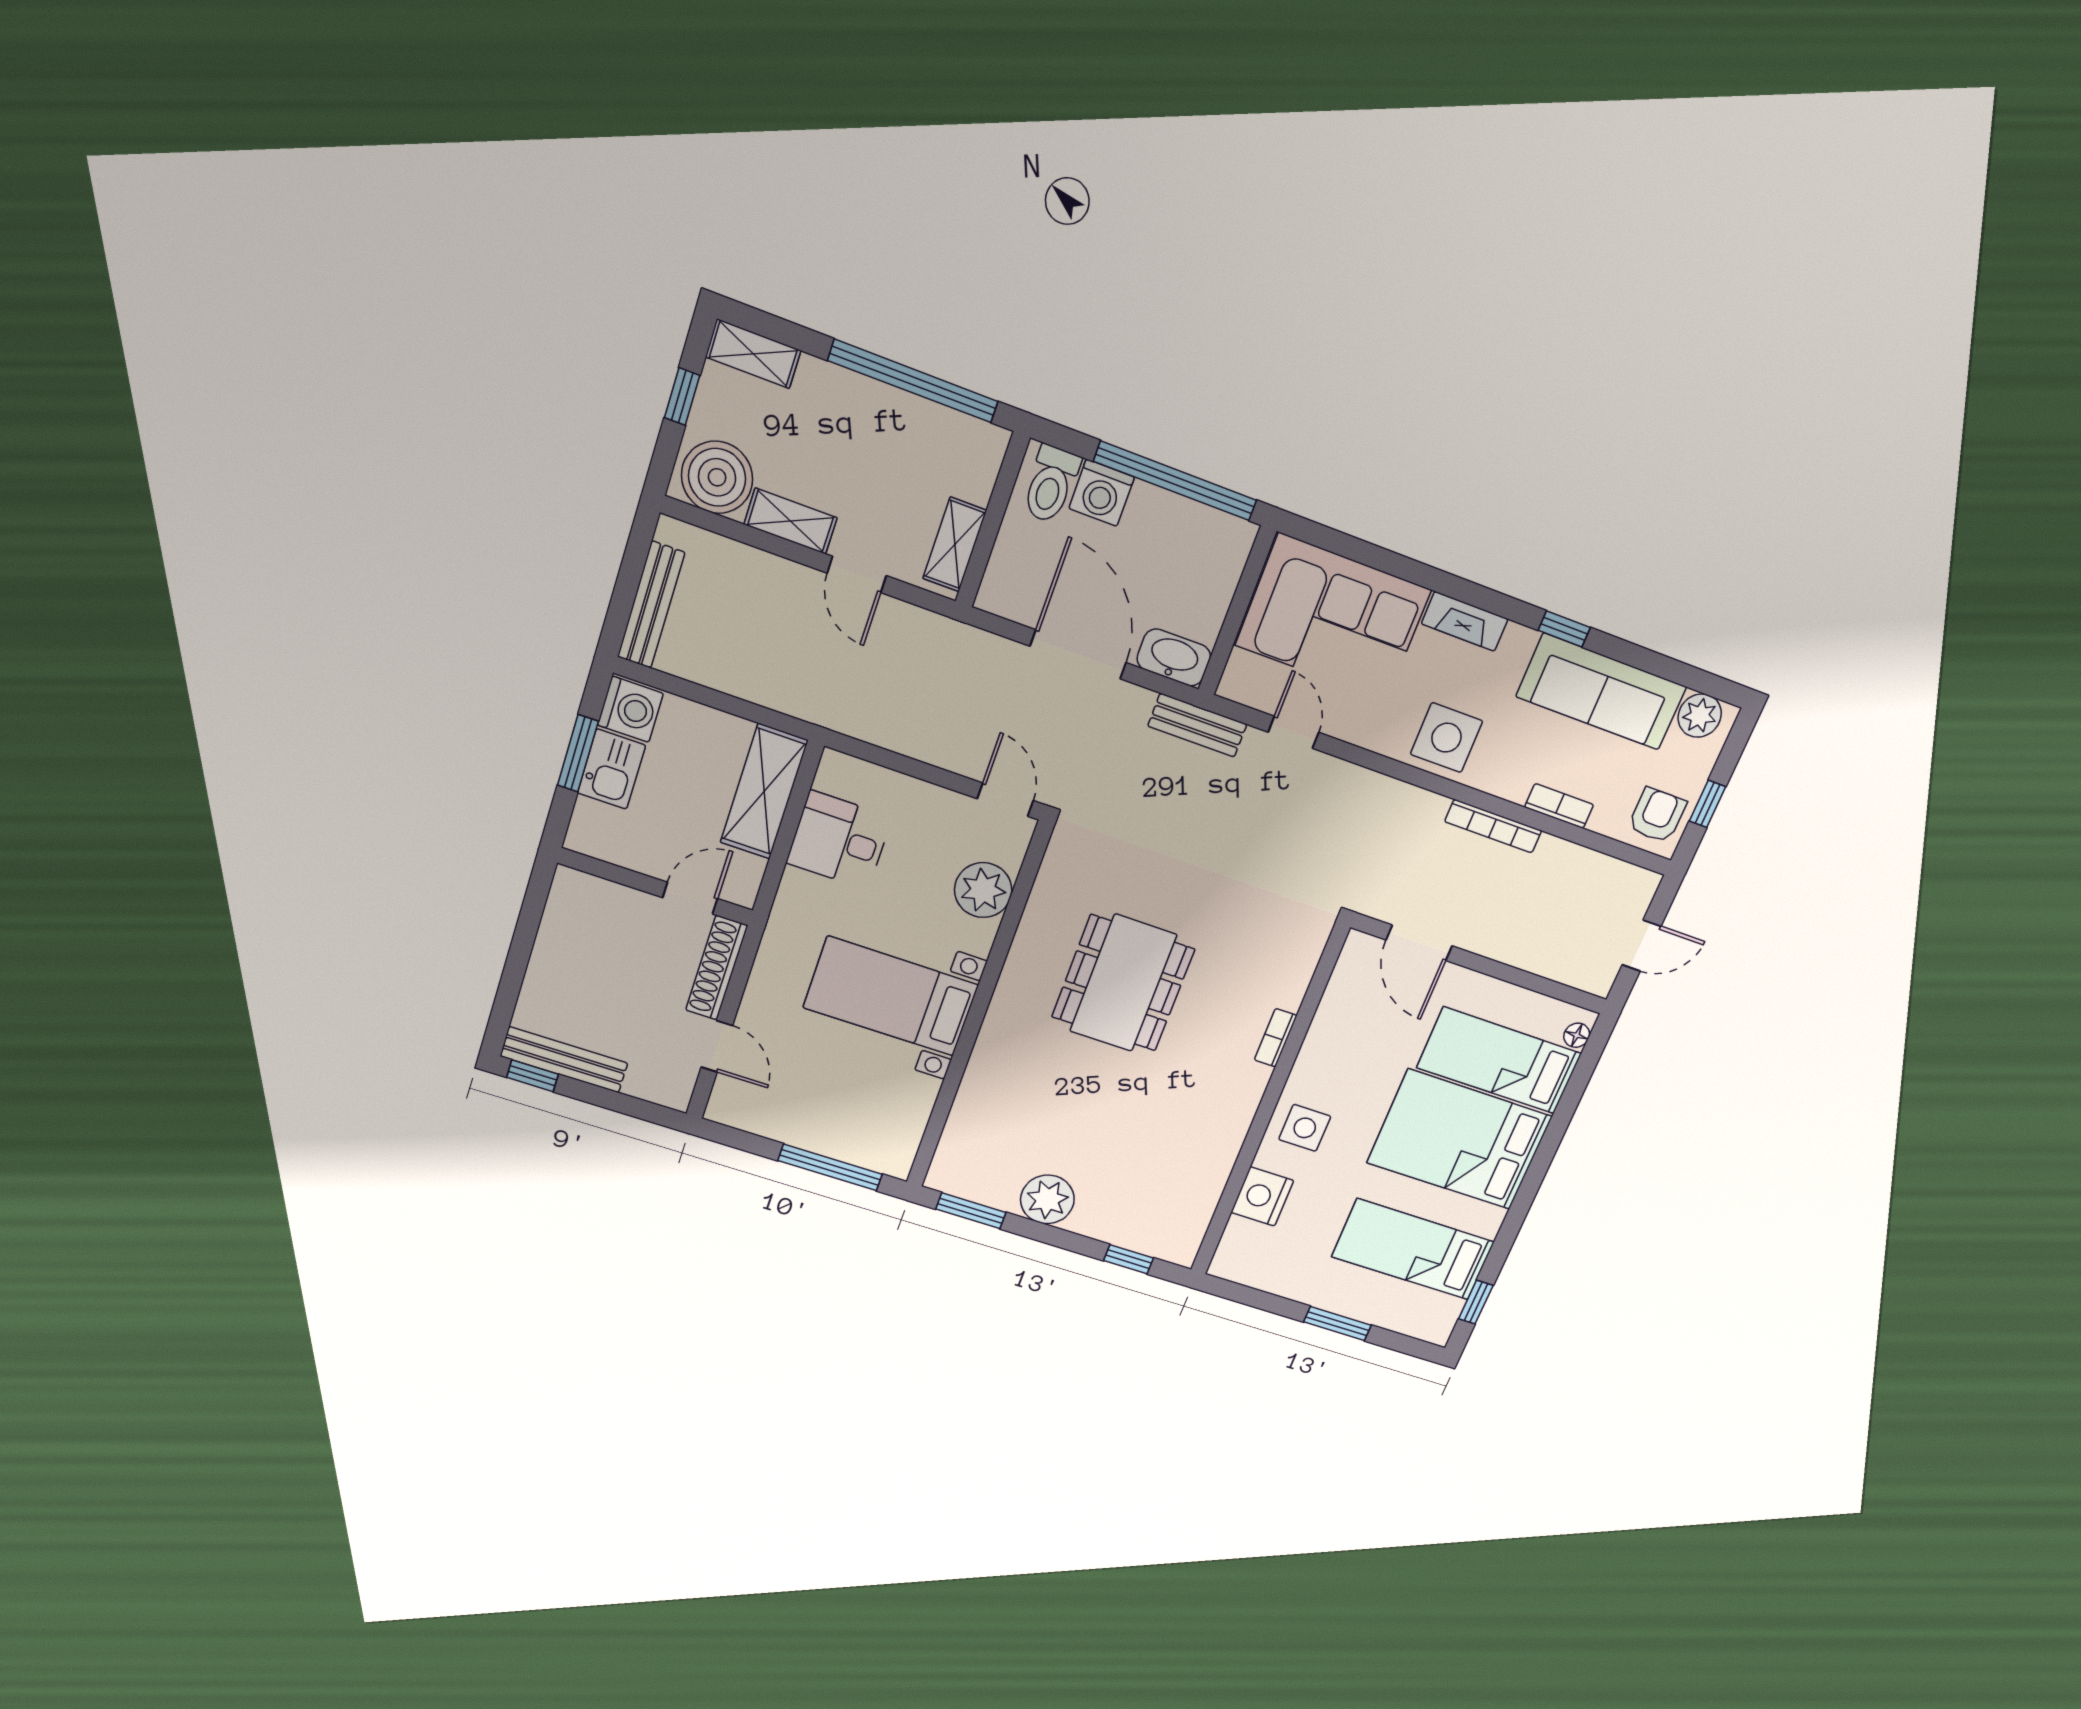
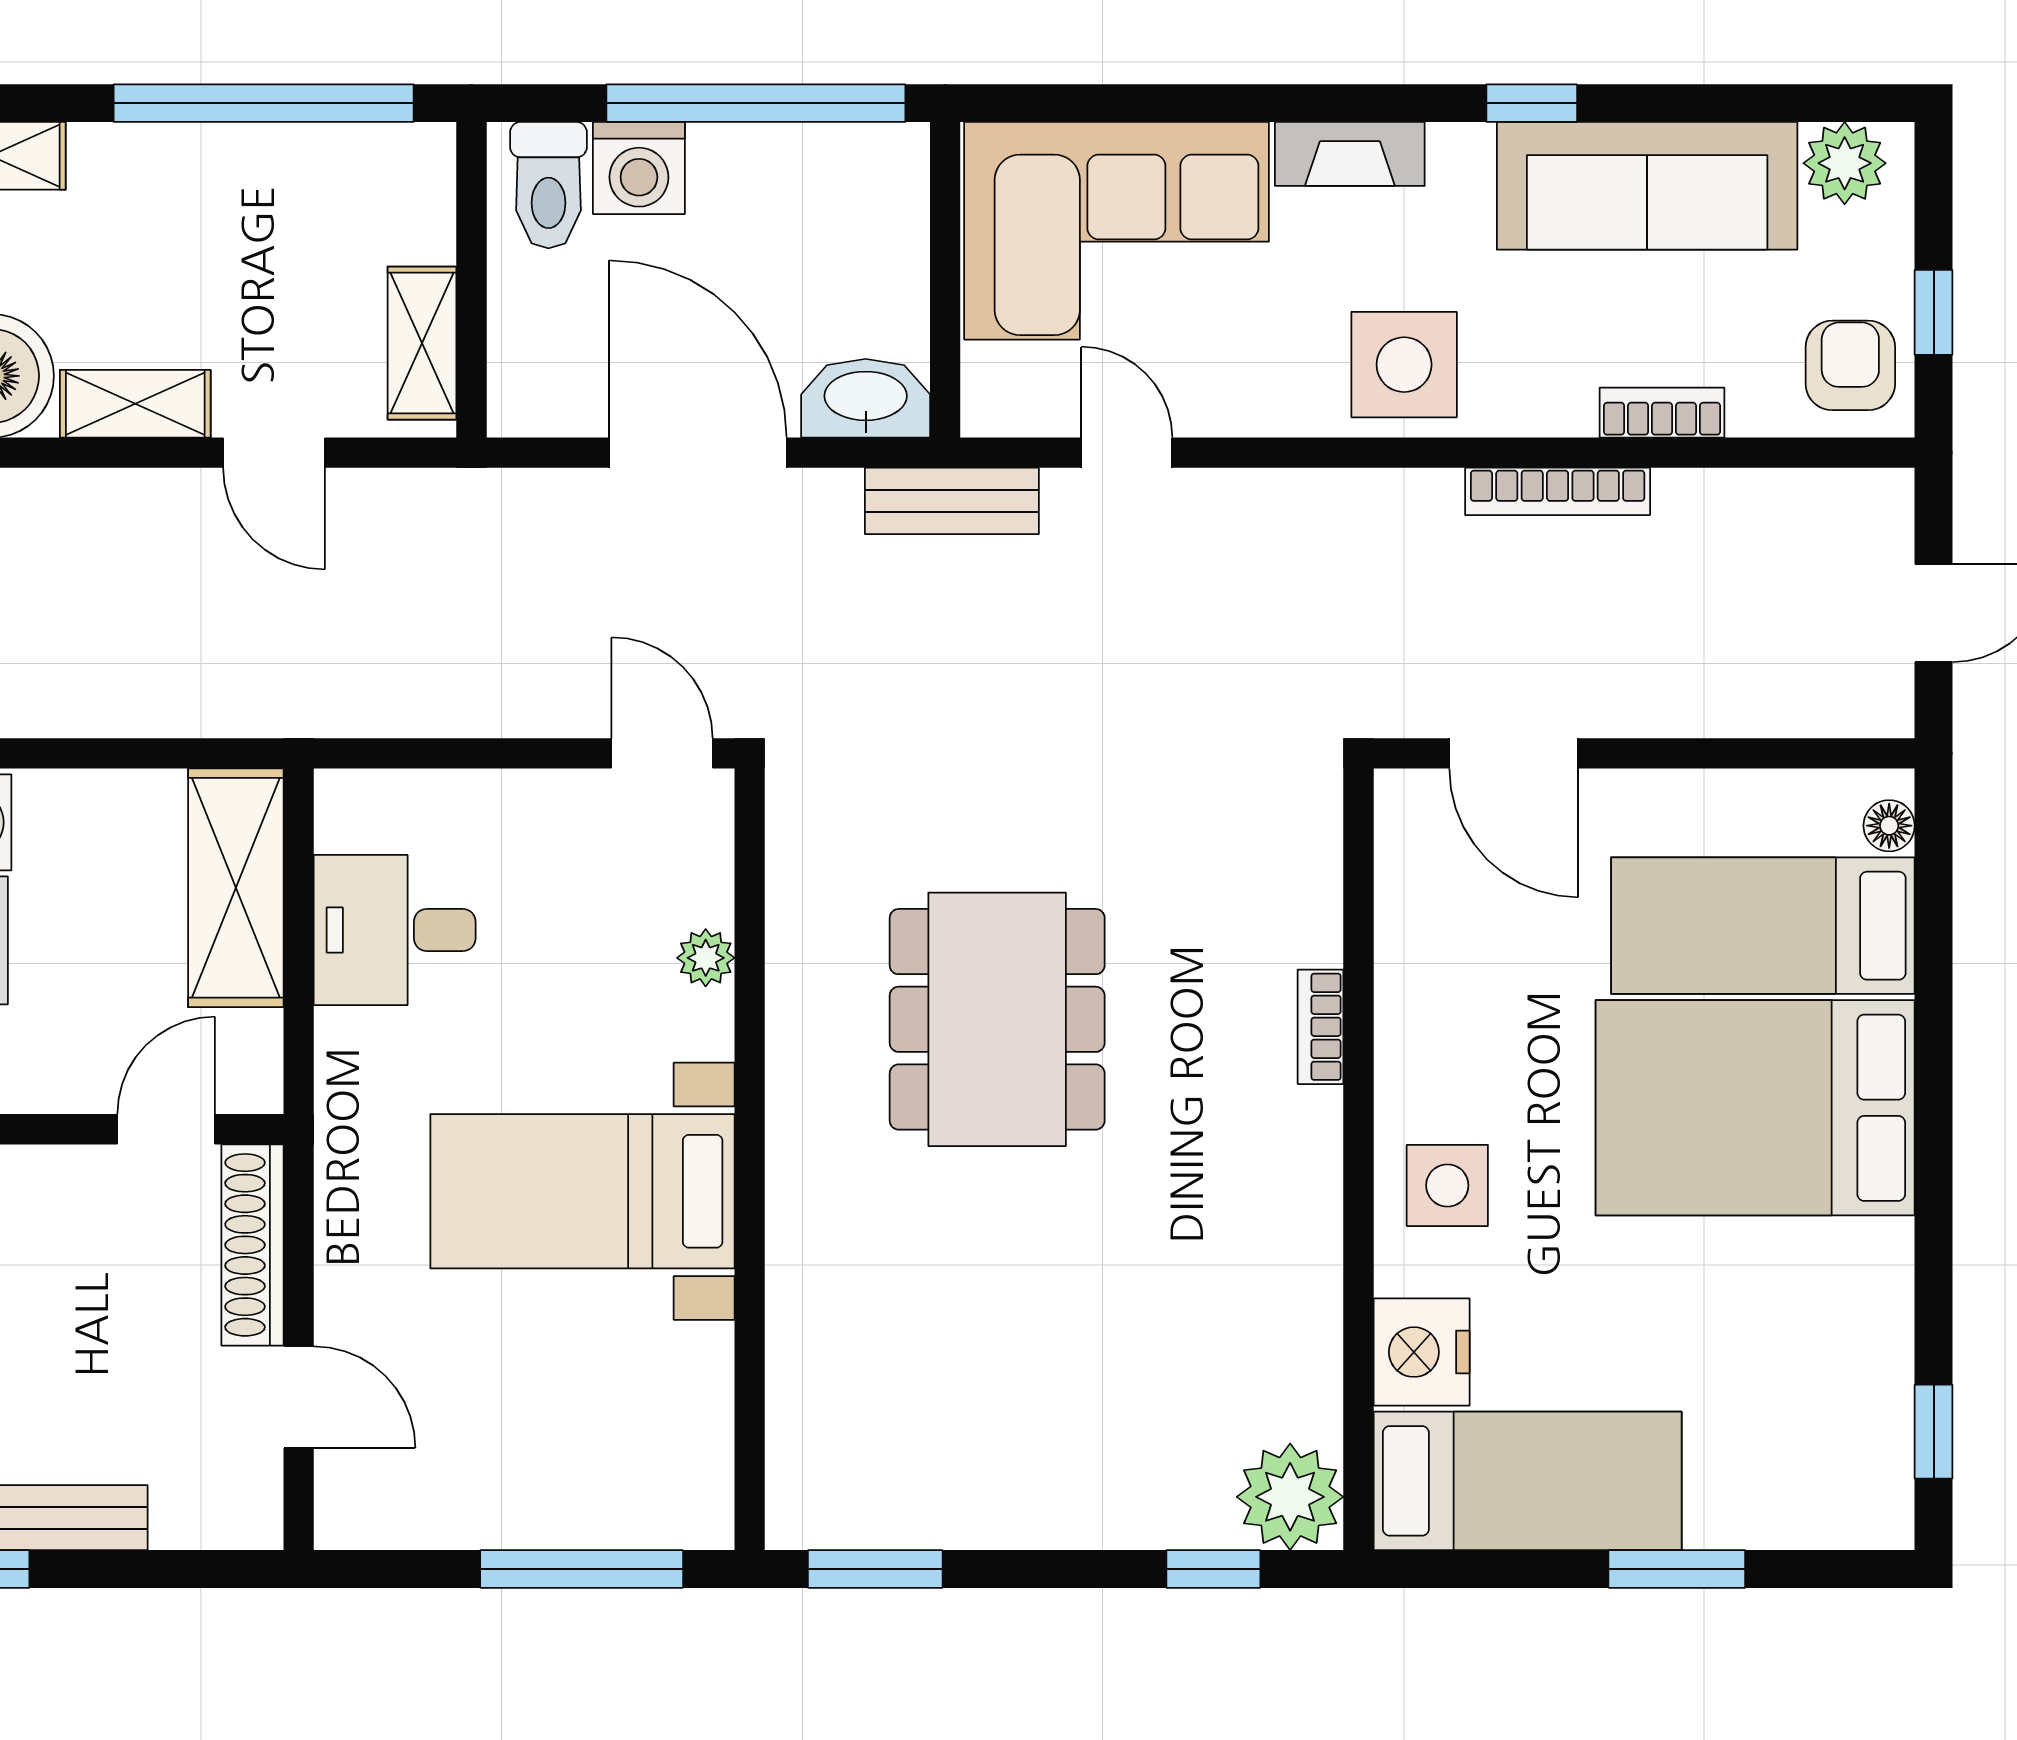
plant: (983, 890) -> (706, 958), width x0.53, depth x0.53
plant: (1047, 1199) -> (1290, 1497), moved
bed: (1413, 1249) -> (1528, 1481), moved, turned 180

